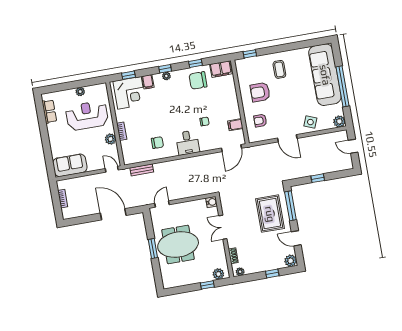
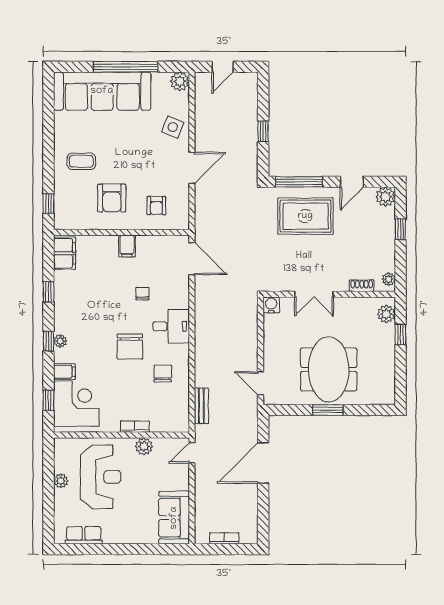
chair: (198, 80) -> (130, 347), moved
reception desk: (87, 116) -> (101, 477), turned 180
filing cabinet: (235, 125) -> (127, 246), moved

